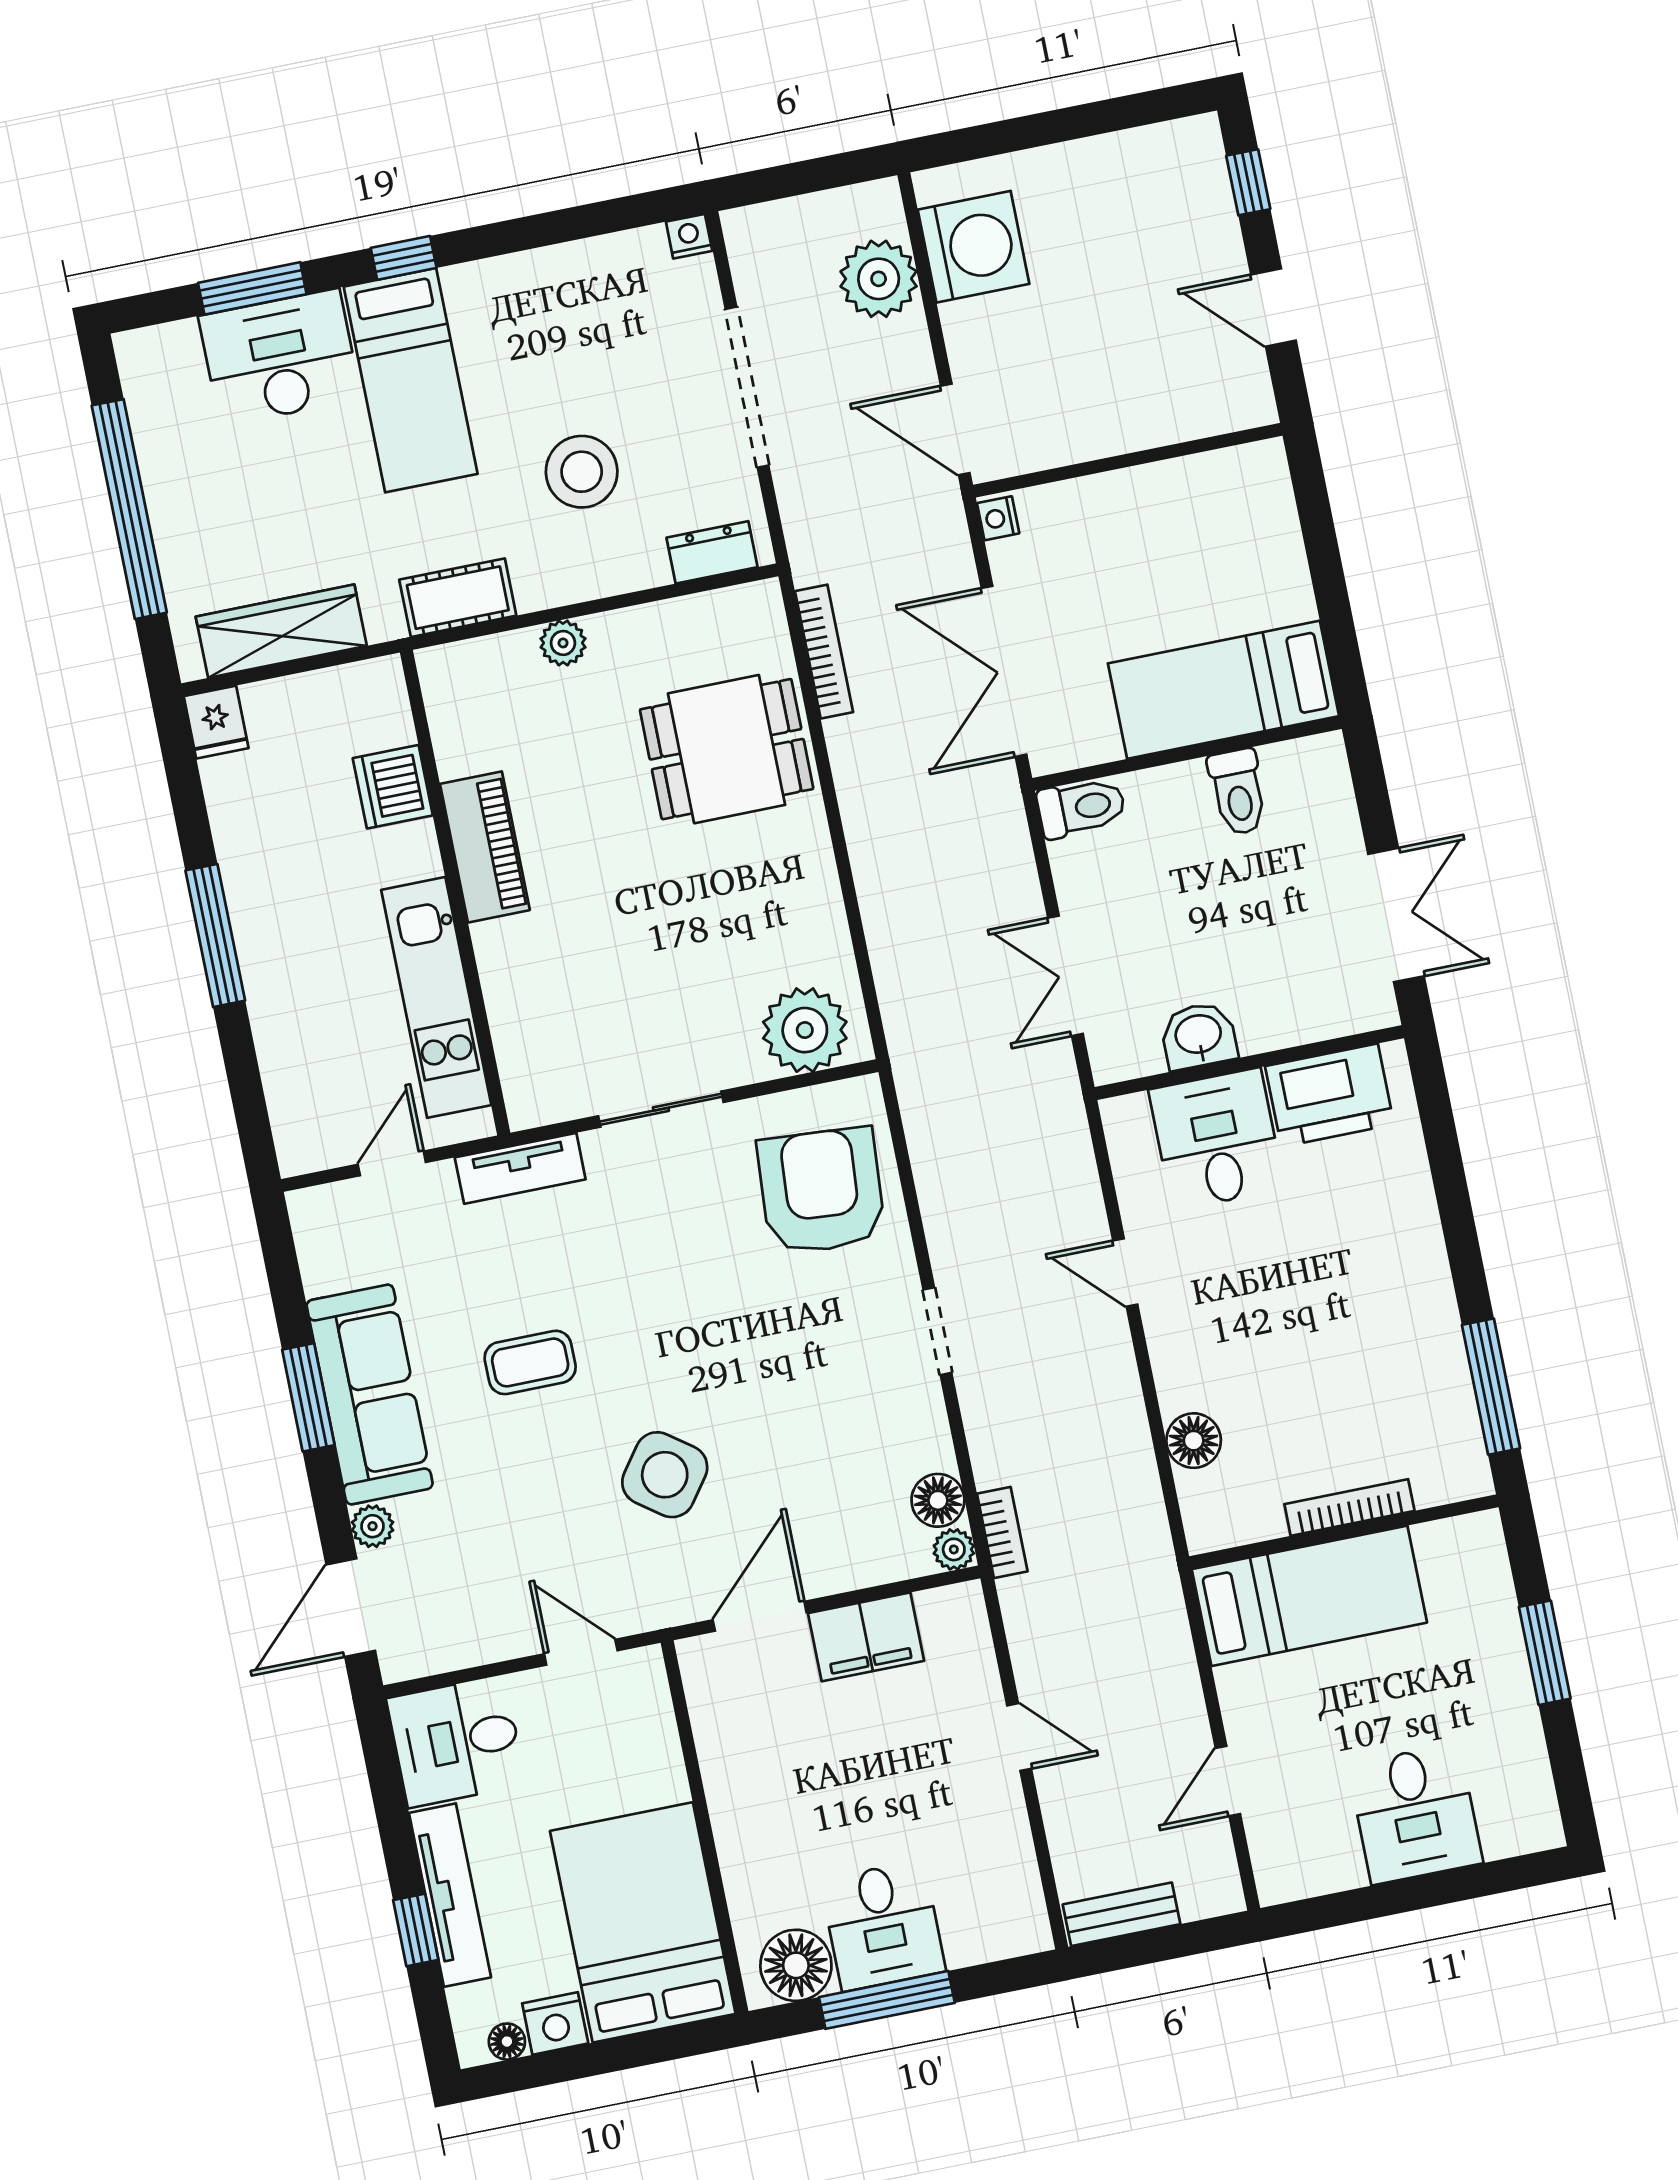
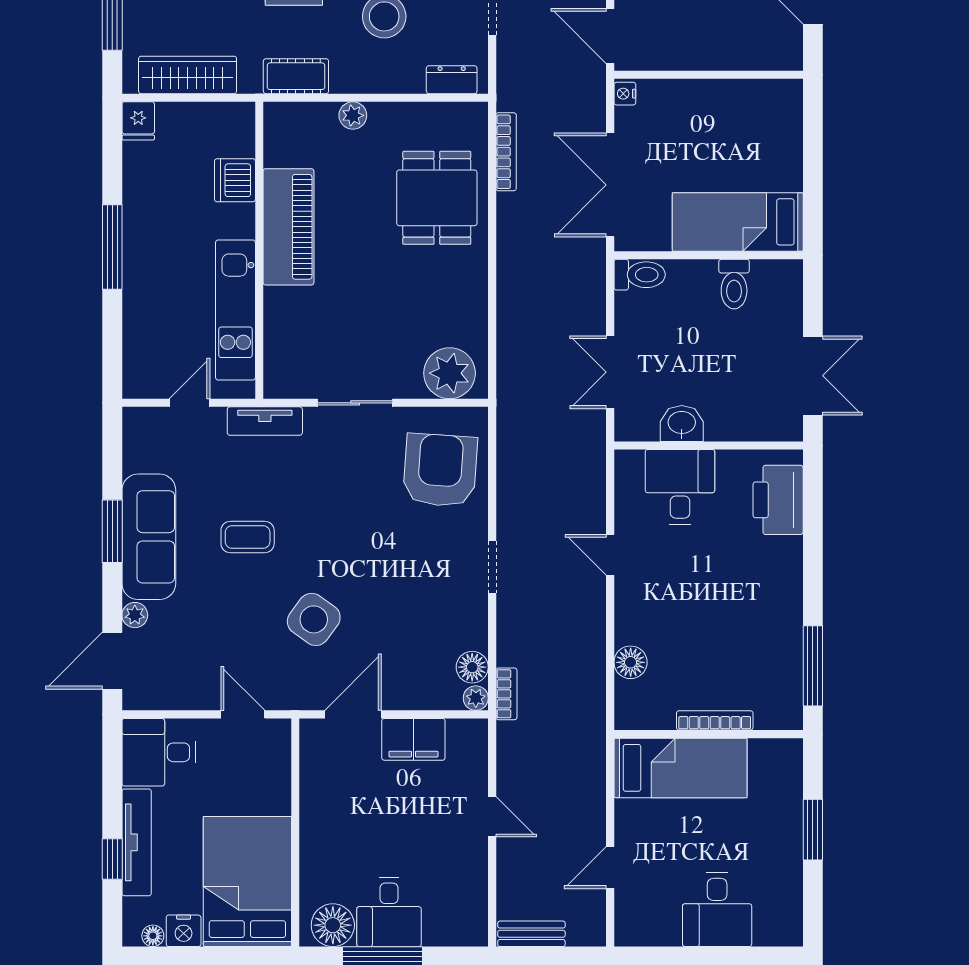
dining table: (727, 749) -> (437, 198), turned 90
piano: (485, 847) -> (288, 227), width x1.37, depth x1.33
printer: (1330, 1095) -> (778, 500), moved, turned 90

